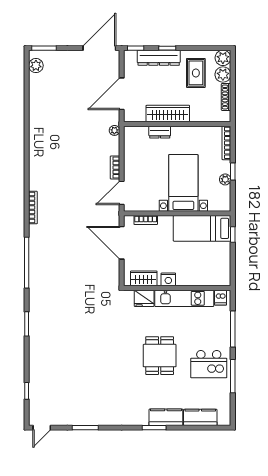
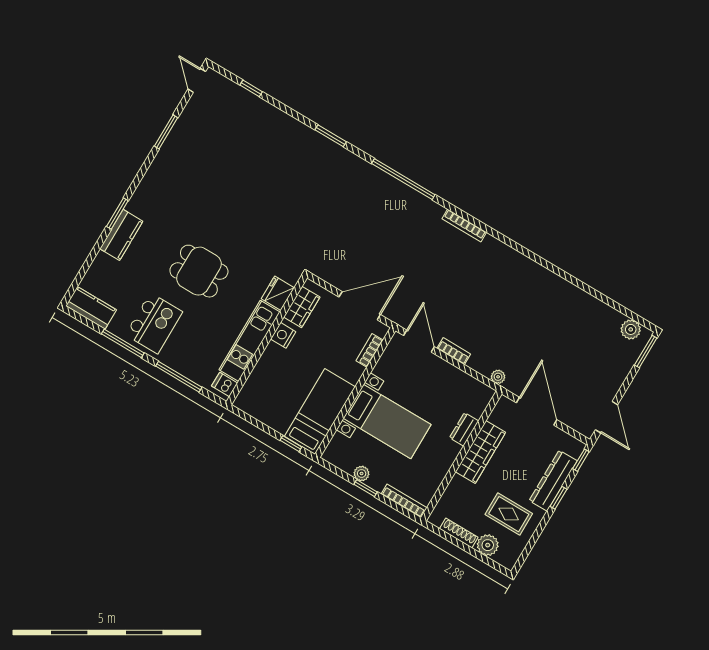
door: (99, 48) -> (606, 417), width x0.73
plant: (223, 58) -> (507, 557), removed
kitchen island: (209, 364) -> (154, 323), turned 180
kitchen counter: (200, 417) -> (91, 308), moved, turned -90

